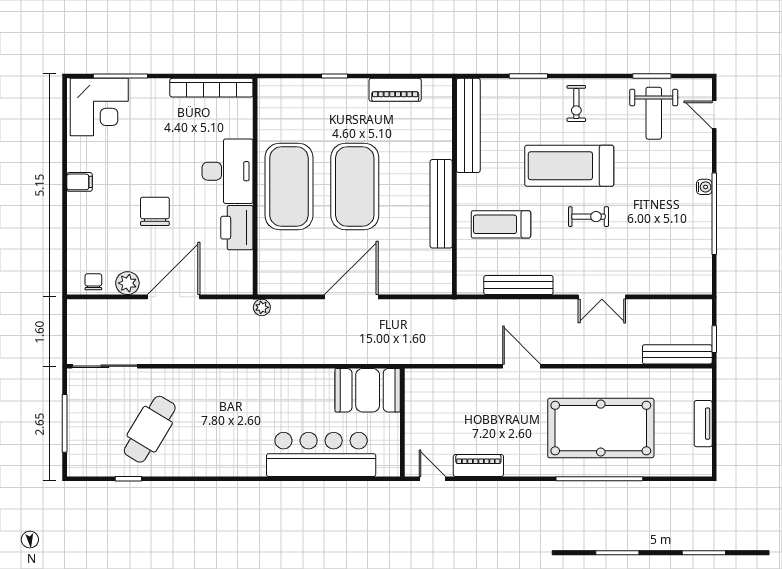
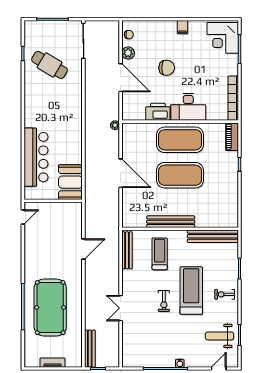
piano: (395, 90) -> (232, 137), moved
bench: (518, 285) -> (127, 250), moved
door: (521, 366) -> (83, 249), moved
piano: (478, 465) -> (30, 242), removed

